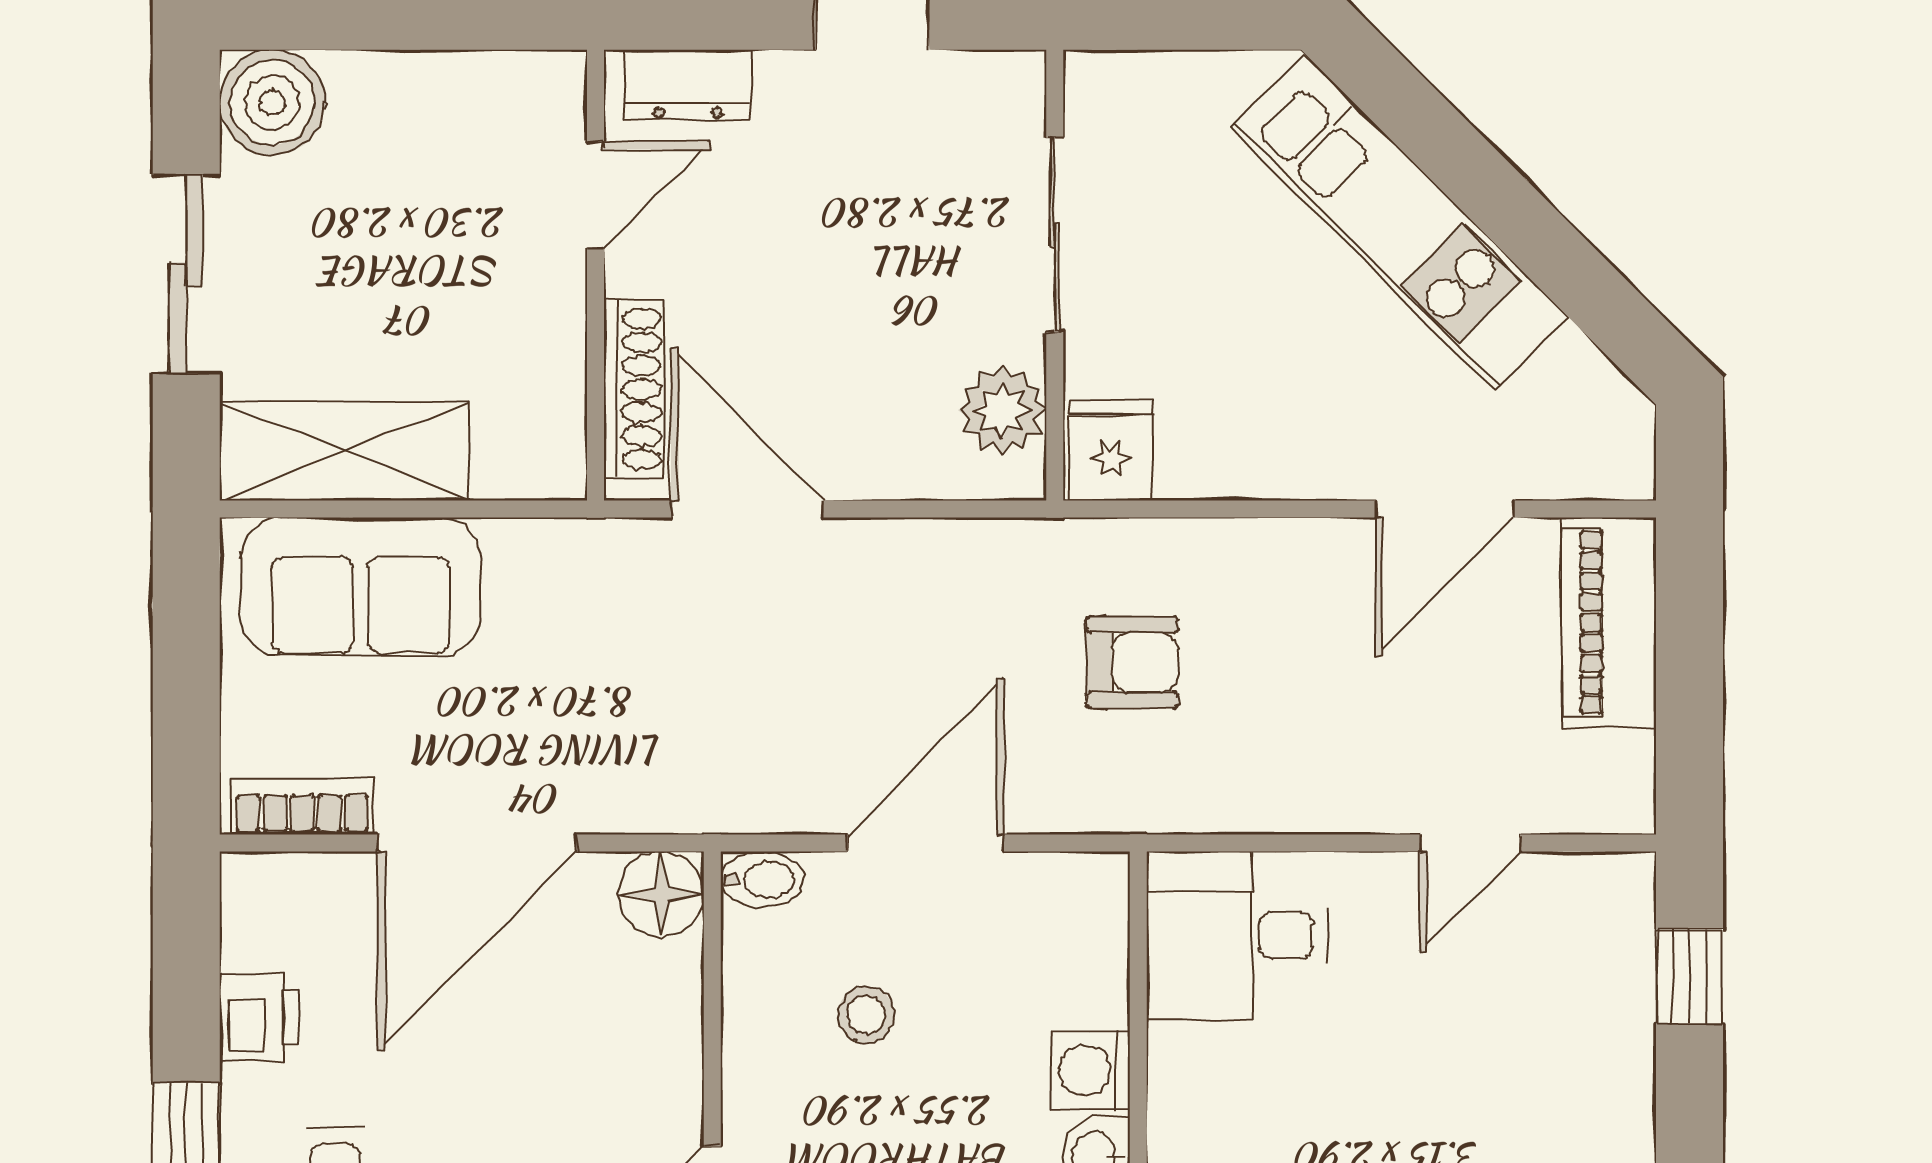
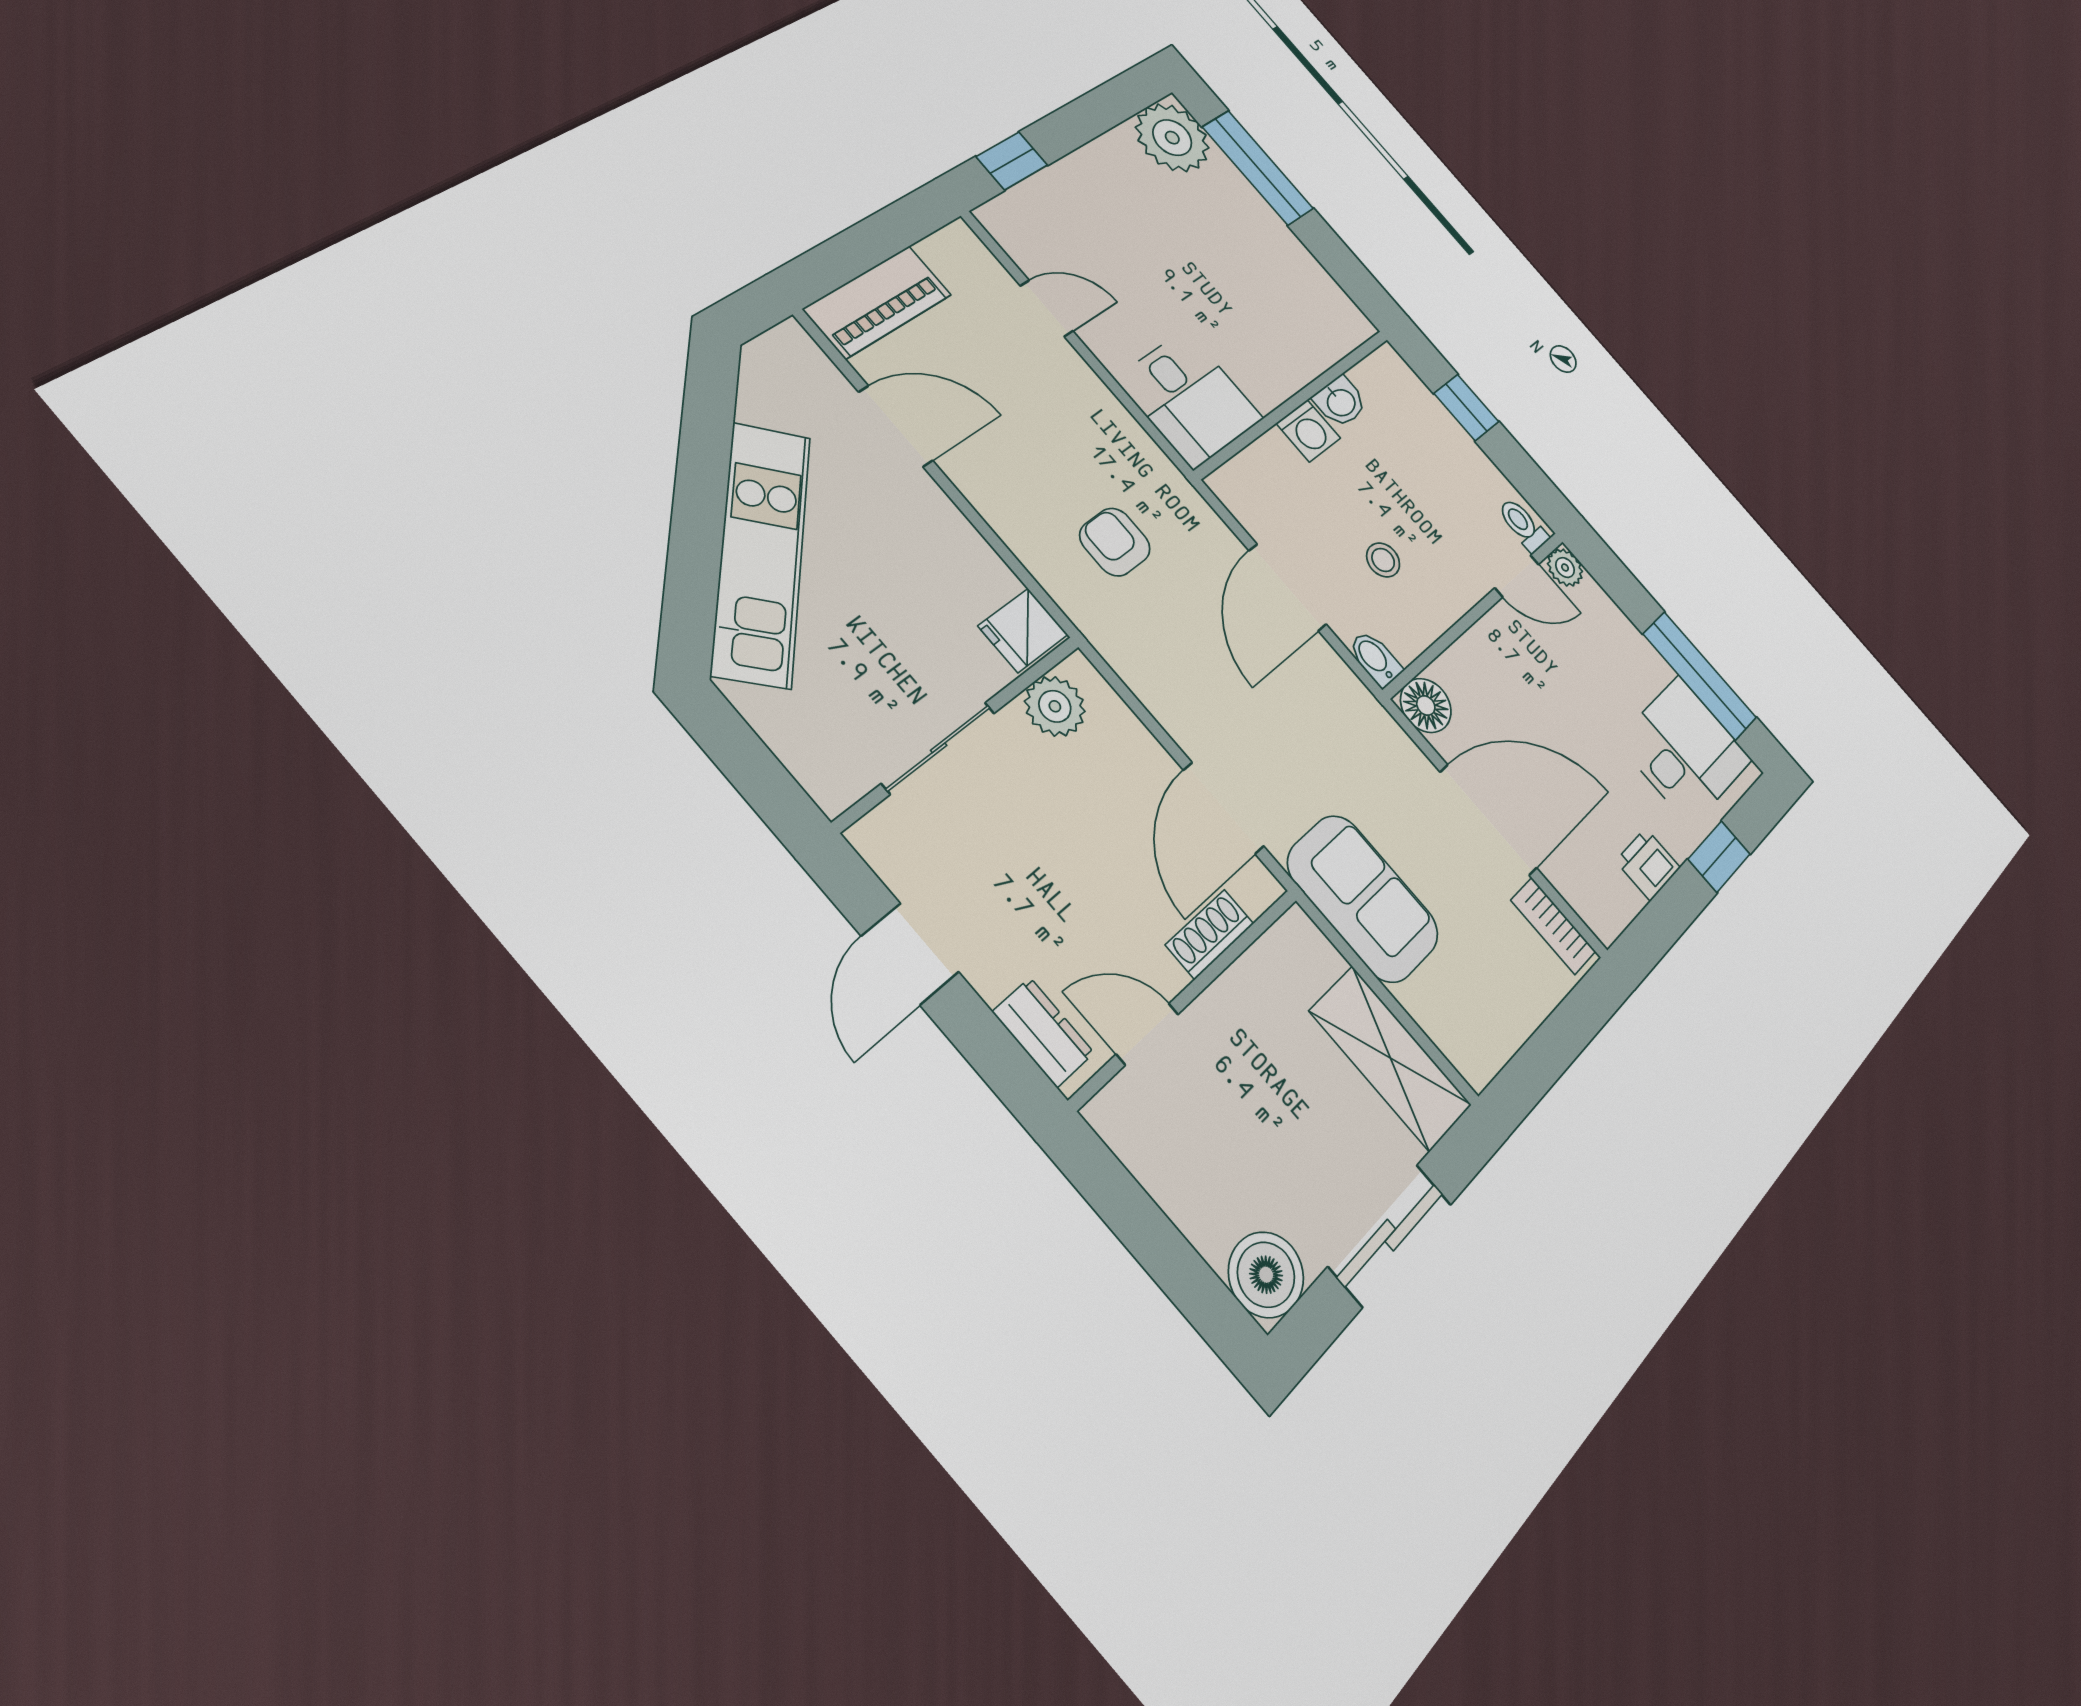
shoe rack: (634, 389) -> (1210, 934), width x0.70
sofa: (360, 587) -> (1363, 898), moved
door: (926, 843) -> (1288, 587), hinge flipped

